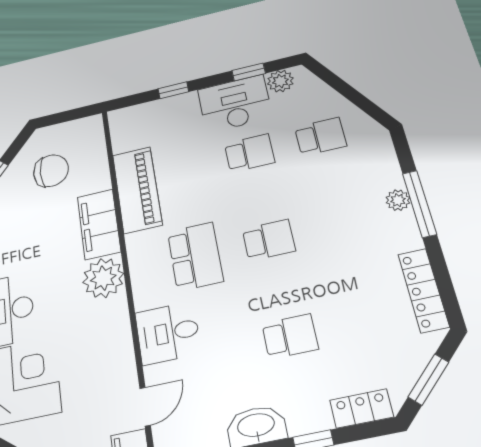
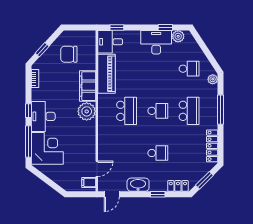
window: (173, 90) -> (117, 27), moved
school desk: (249, 153) -> (189, 111), moved, width x1.85
chair: (51, 171) -> (69, 54), turned 180
plant: (398, 200) -> (213, 79), moved
desk: (168, 333) -> (110, 42), moved

